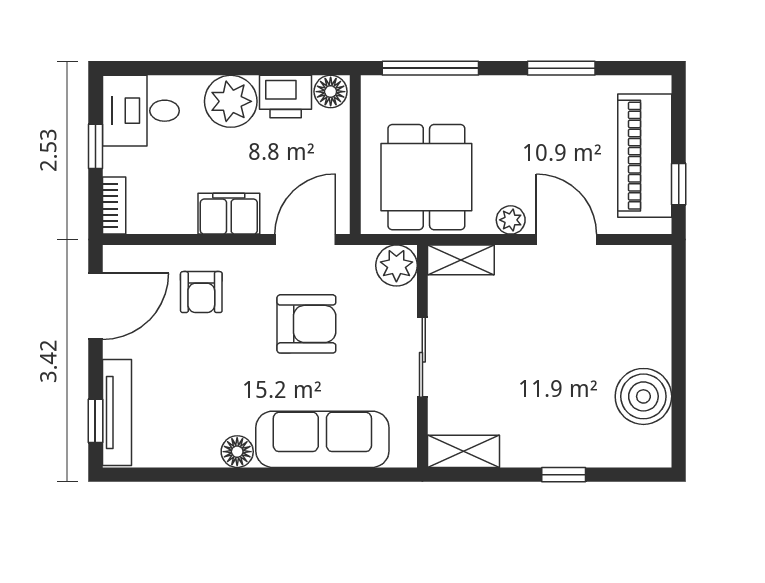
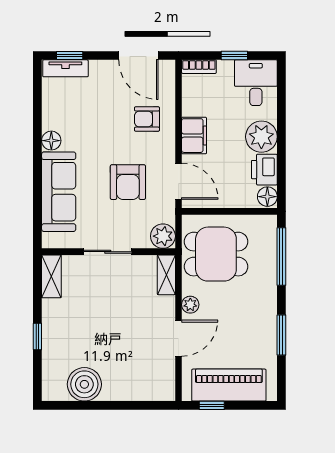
tv unit: (117, 413) -> (65, 68), width x0.71

